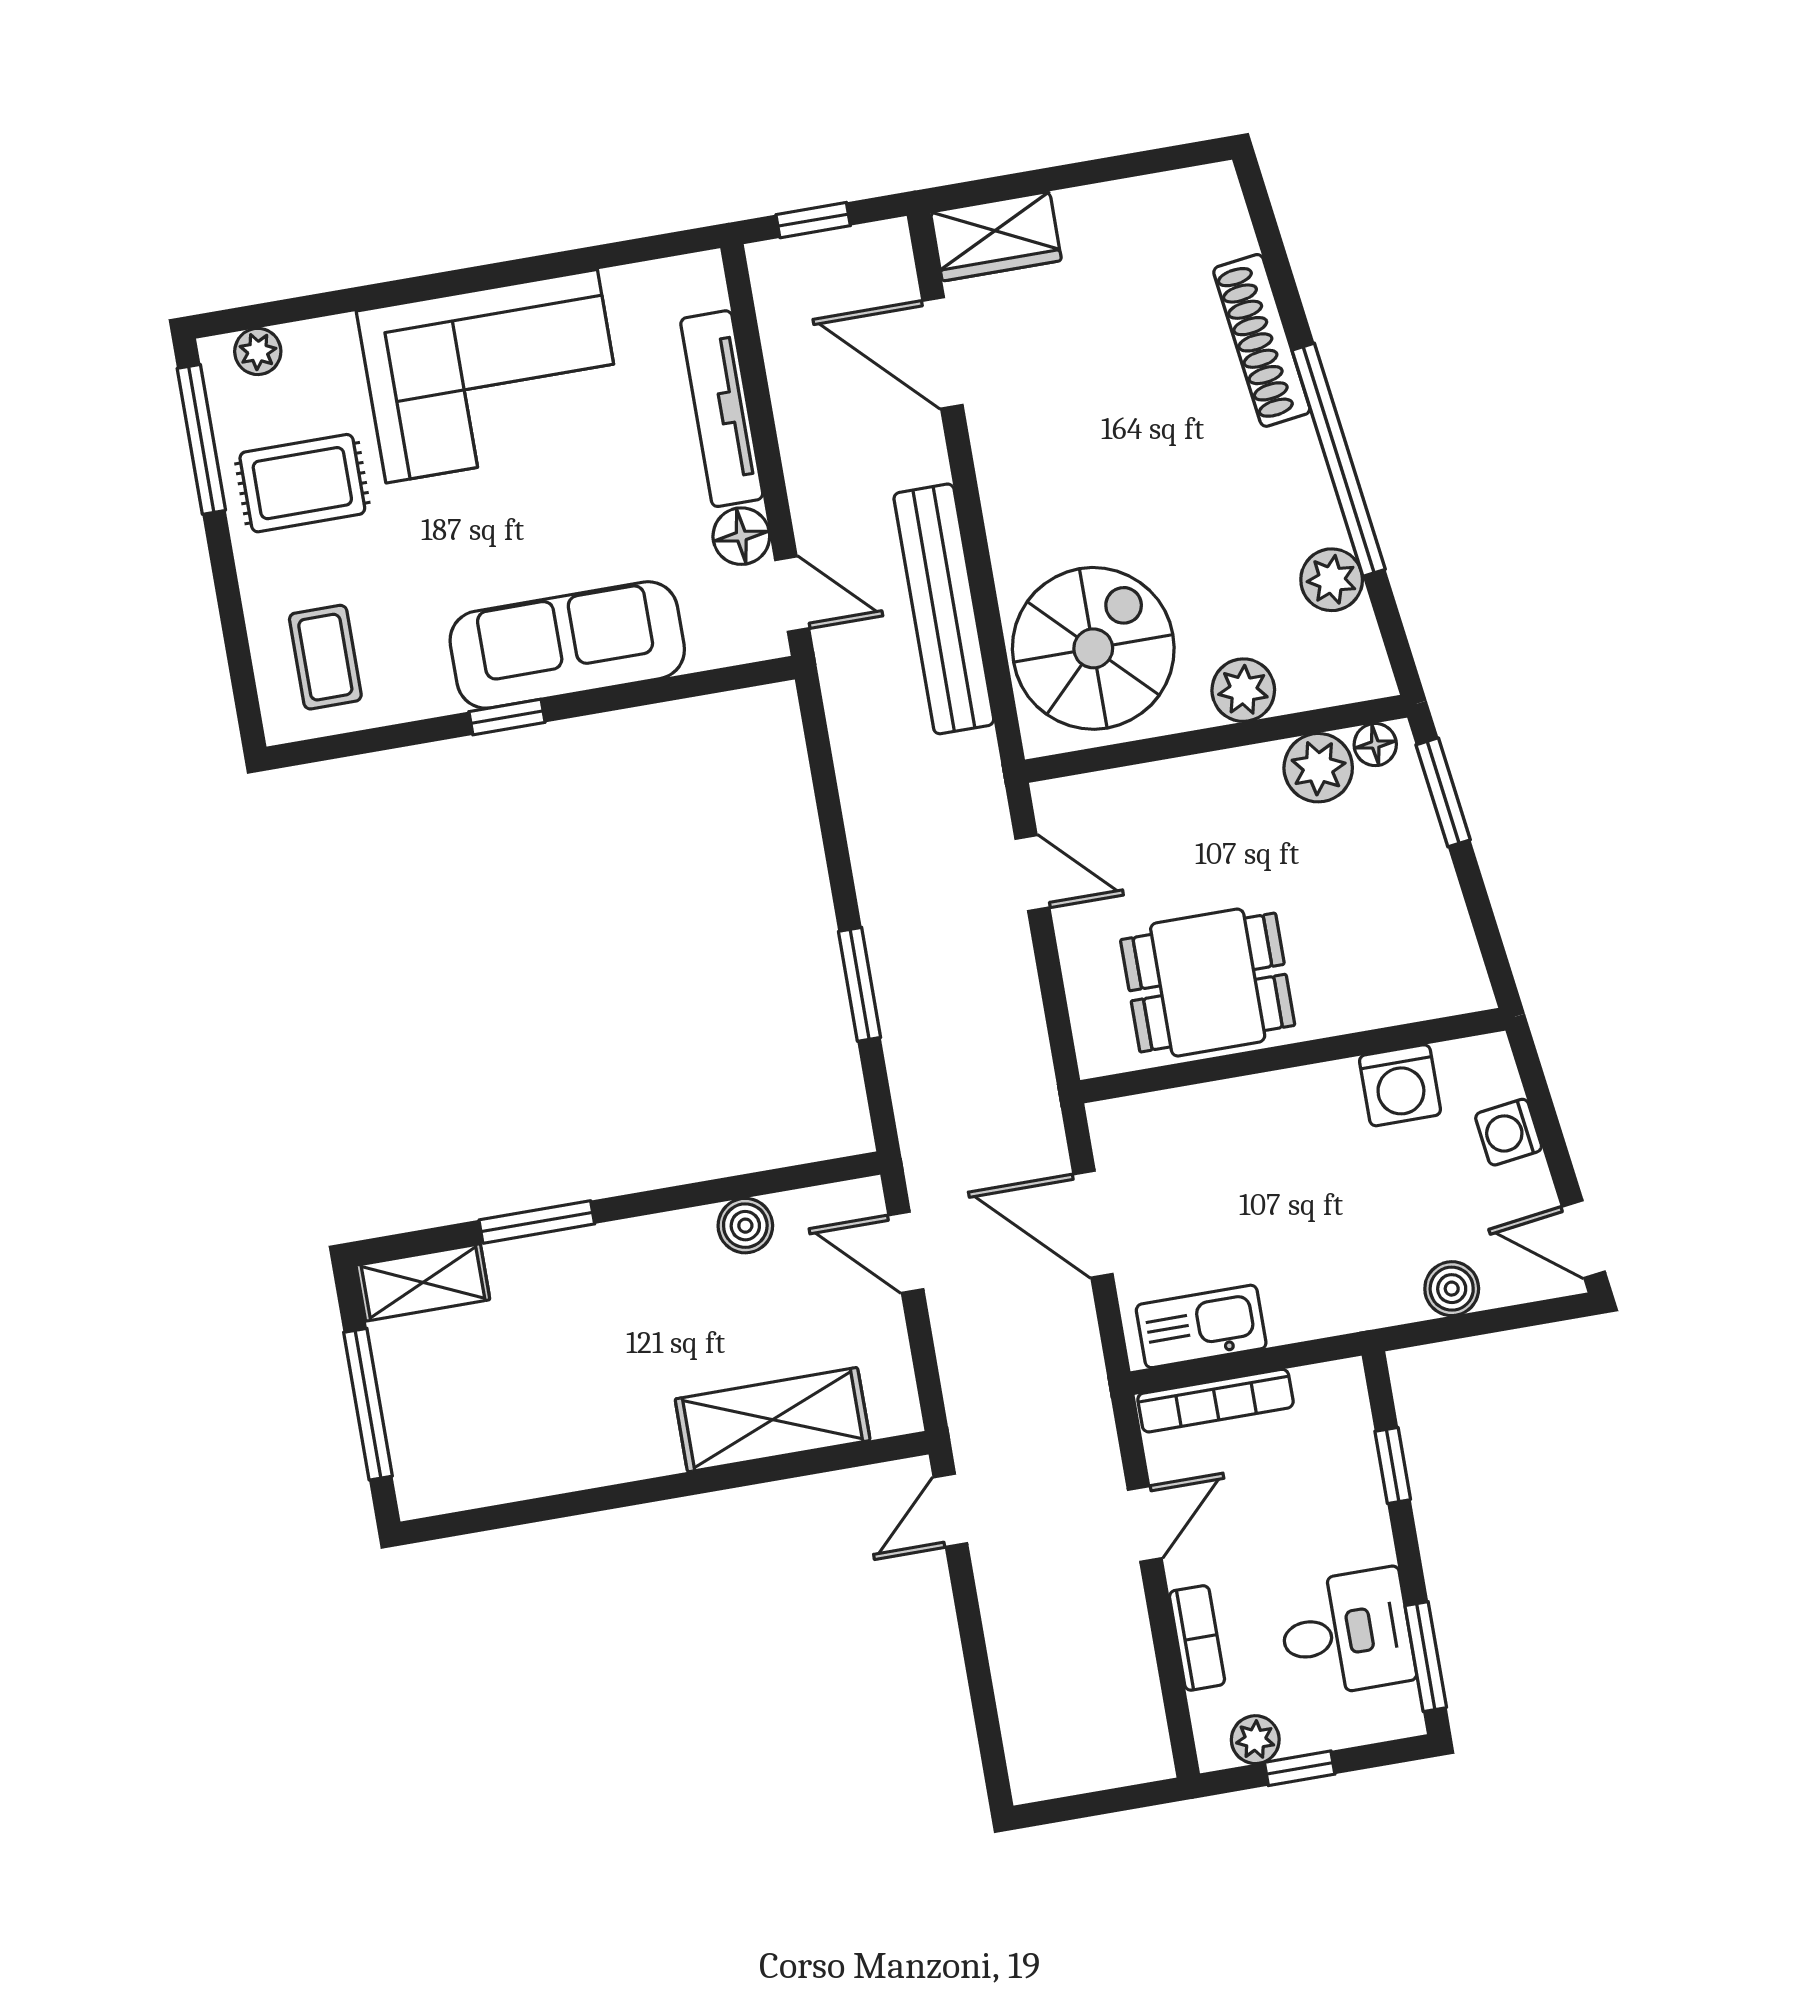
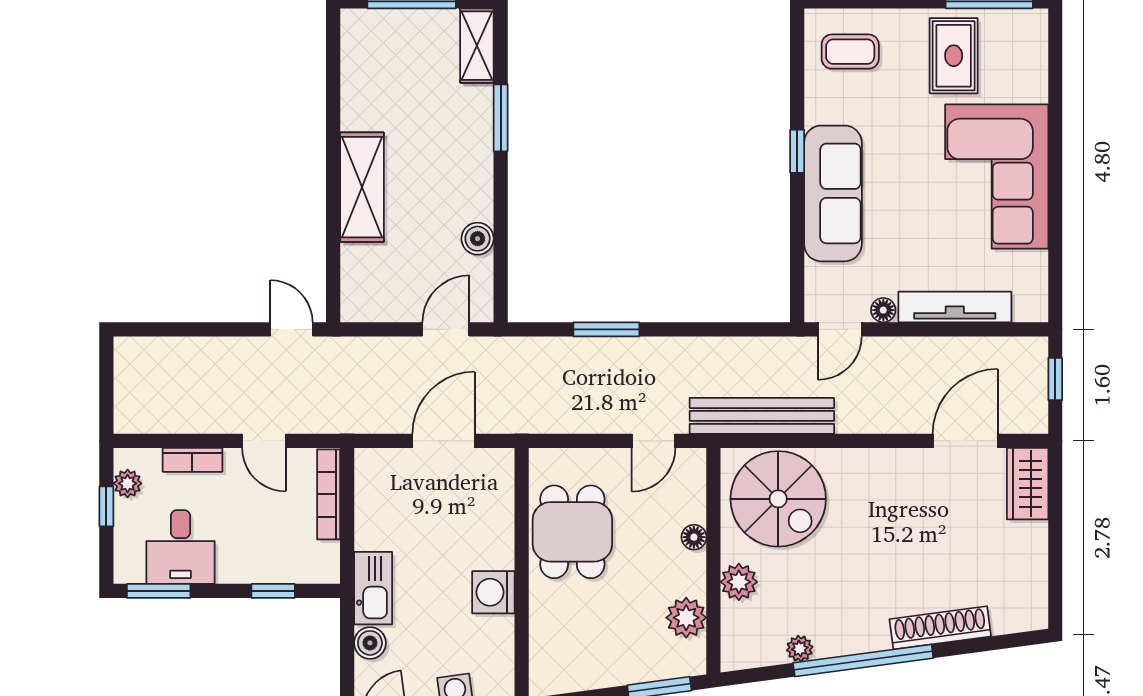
plant: (258, 351) -> (1035, 43), removed
floor lamp: (741, 536) -> (883, 310), width x0.73, depth x0.73
plant: (1332, 580) -> (800, 649), width x0.73, depth x0.73
bench: (944, 609) -> (762, 416), moved
floor lamp: (1375, 745) -> (694, 537), moved
washing machine: (1400, 1085) -> (493, 592), moved
kitchen sink: (1201, 1326) -> (373, 588), moved
shelving: (773, 1420) -> (362, 187), moved

